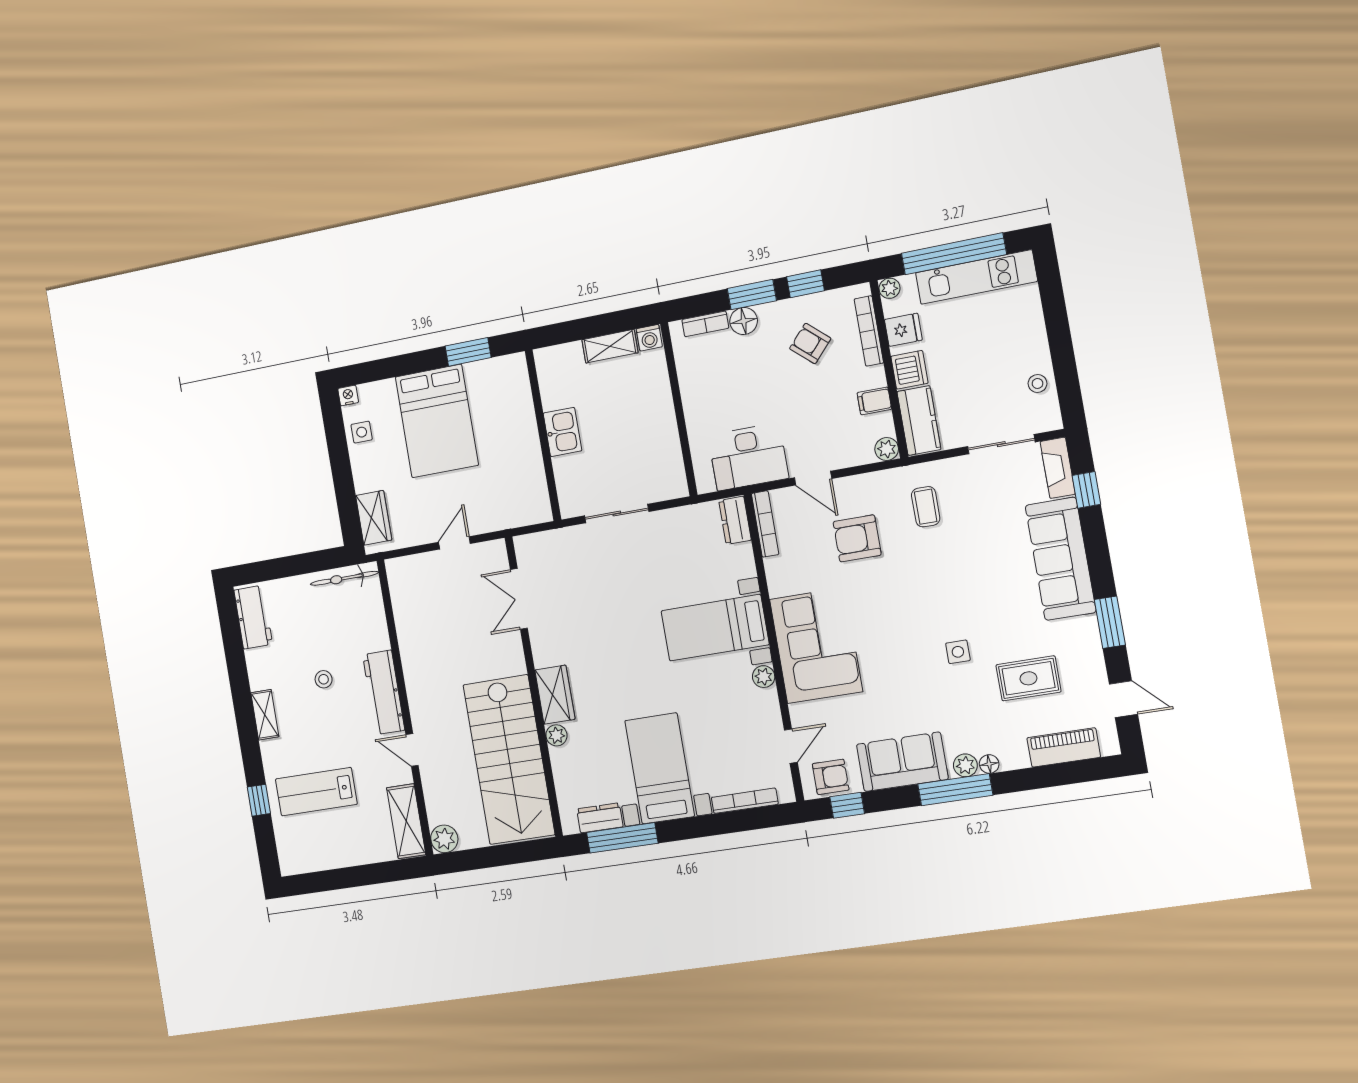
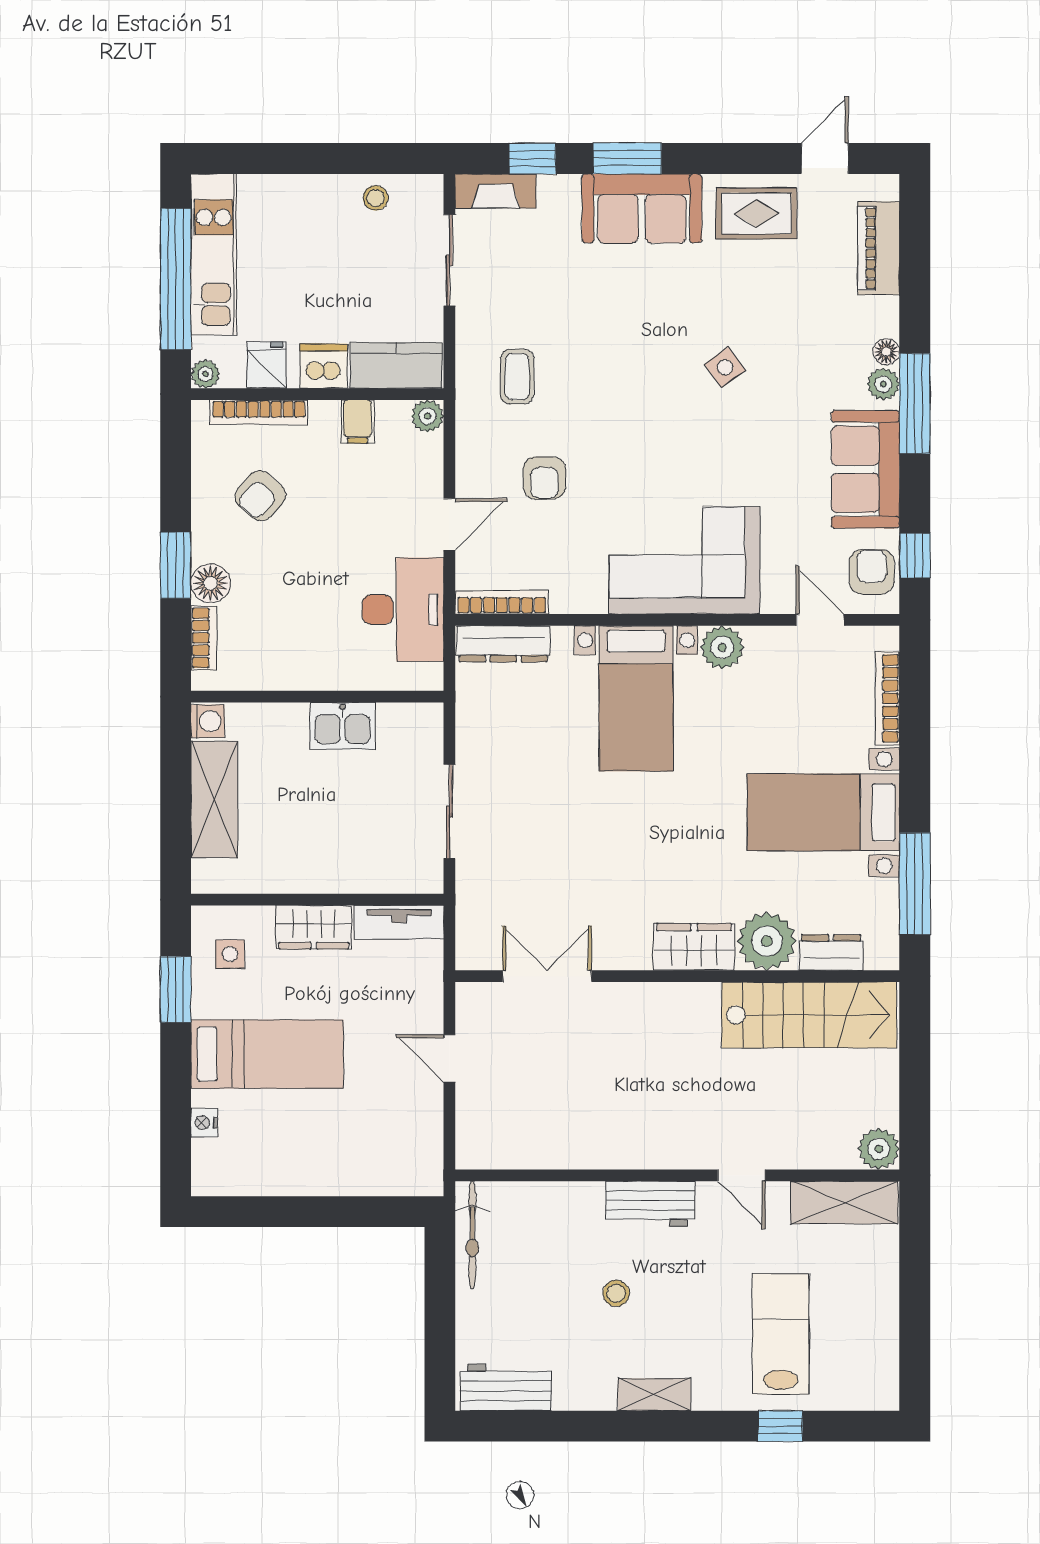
window: (805, 284) -> (176, 488), removed
shelving: (610, 346) -> (214, 799), width x1.50, depth x1.33
nightstand: (348, 396) -> (204, 1123), moved
bed: (437, 421) -> (267, 1054), width x0.67
side table: (362, 432) -> (230, 954), moved
kitchen sink: (562, 432) -> (343, 726), moved, turned 180
tv unit: (537, 493) -> (399, 922), added
coffee table: (926, 507) -> (517, 377), turned 90
wardrobe: (374, 518) -> (314, 927), moved, turned 180
dresser: (735, 520) -> (503, 644), width x1.44
armchair: (857, 538) -> (544, 478), width x0.72, depth x0.72
sofa: (1061, 559) -> (642, 208), width x0.73
double door: (519, 599) -> (547, 976), swing flipped
window: (1110, 622) -> (627, 158), moved
side table: (958, 652) -> (725, 367), turned -36
plant: (764, 677) -> (722, 647), width x1.38, depth x1.38
rug: (1028, 678) -> (756, 213), moved, turned 90
workbench: (384, 692) -> (650, 1204), width x0.73
plant: (556, 735) -> (767, 941), width x1.88, depth x1.88
door: (412, 750) -> (741, 1175), hinge flipped
stairs: (509, 760) -> (809, 1015), width x0.73, depth x0.66
lab bench: (316, 792) -> (781, 1334), turned 180
dresser: (600, 818) -> (831, 952), moved, turned 90

